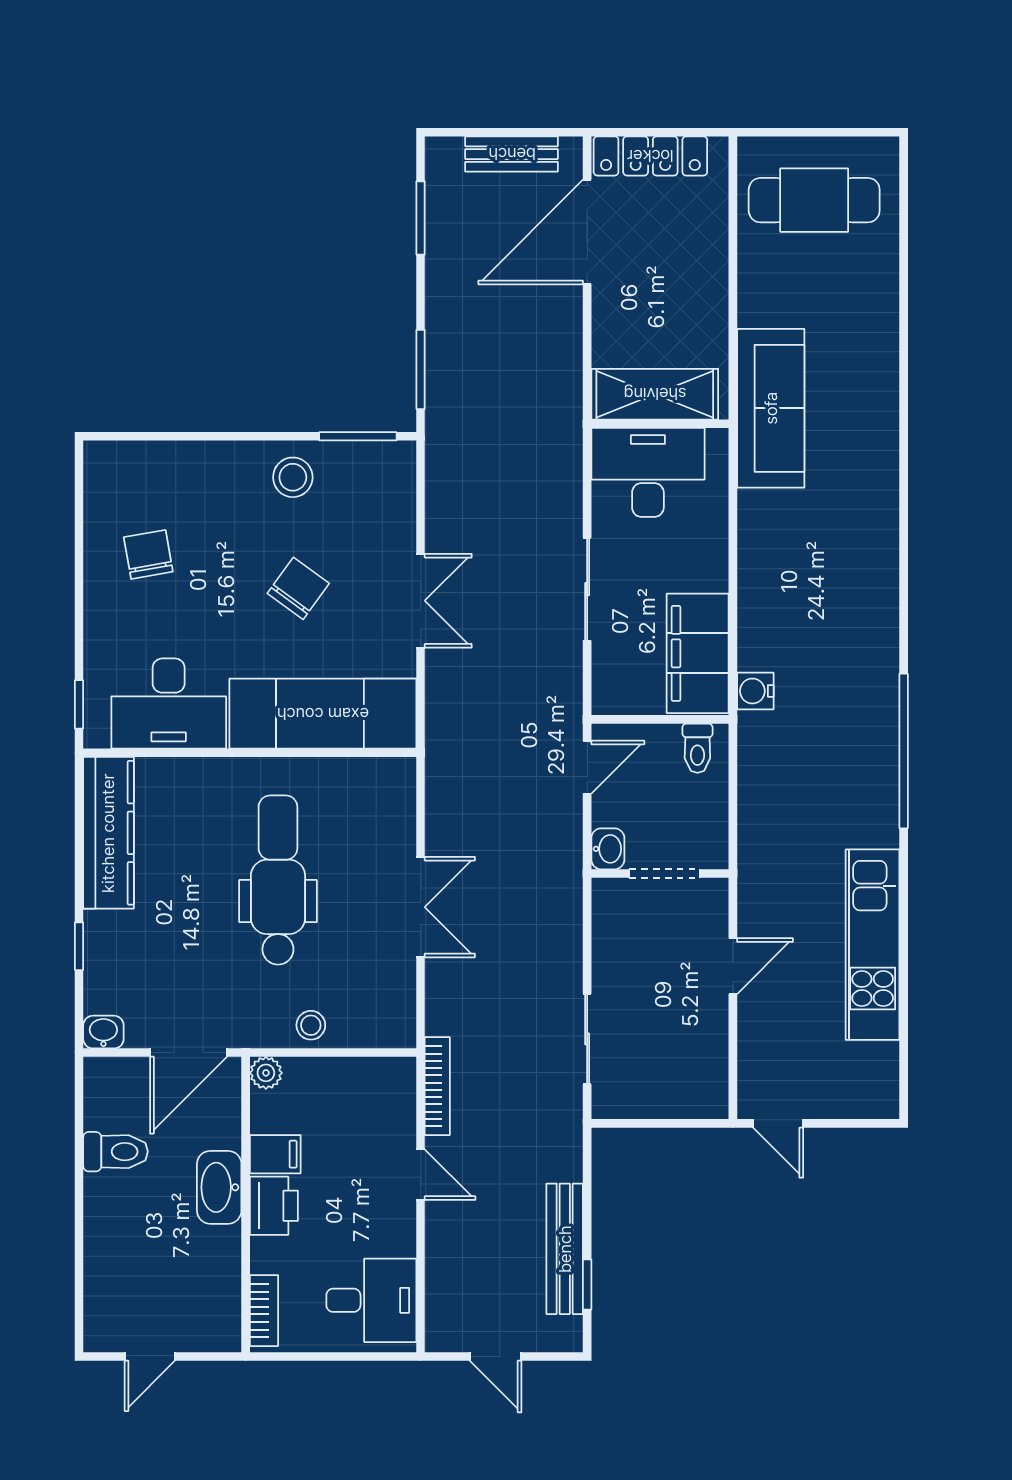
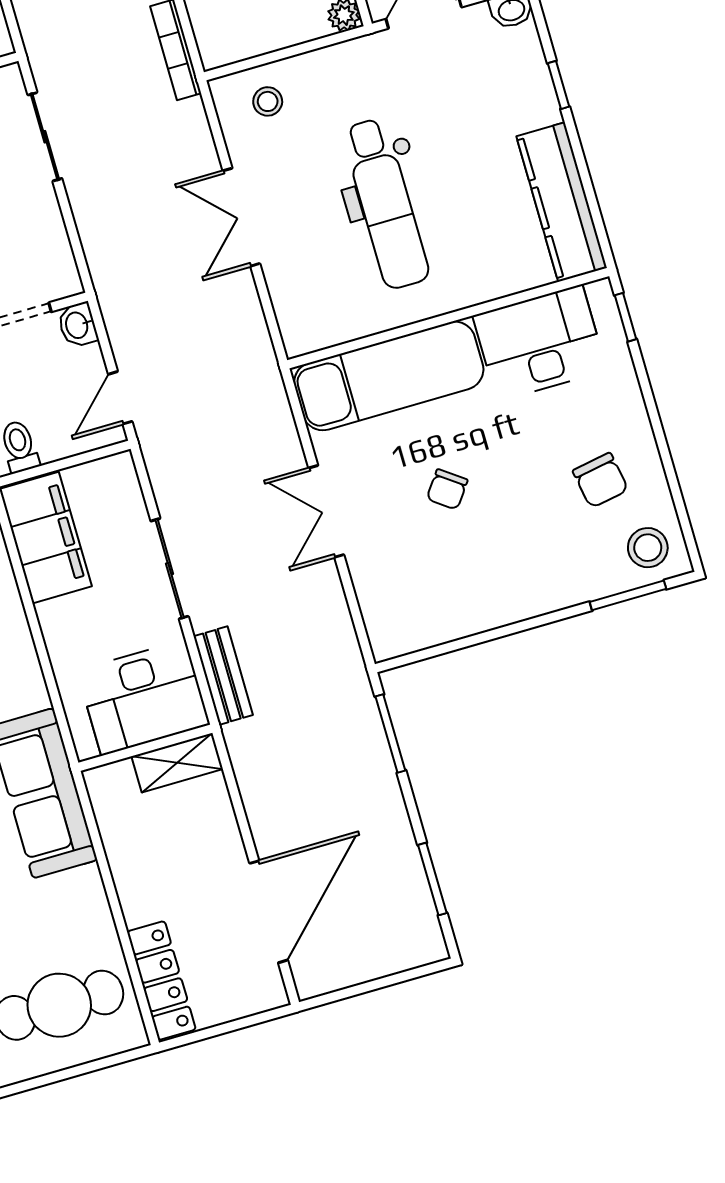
bench: (512, 154) -> (223, 676), moved, turned 90
locker: (650, 156) -> (161, 981), moved, turned 90
shelving: (655, 394) -> (177, 763), width x0.67, depth x0.75
window: (358, 436) -> (628, 595), moved
stool: (293, 477) -> (648, 548), moved
chair: (298, 588) -> (447, 489), width x0.73, depth x0.73
stool: (311, 1025) -> (268, 101), moved

